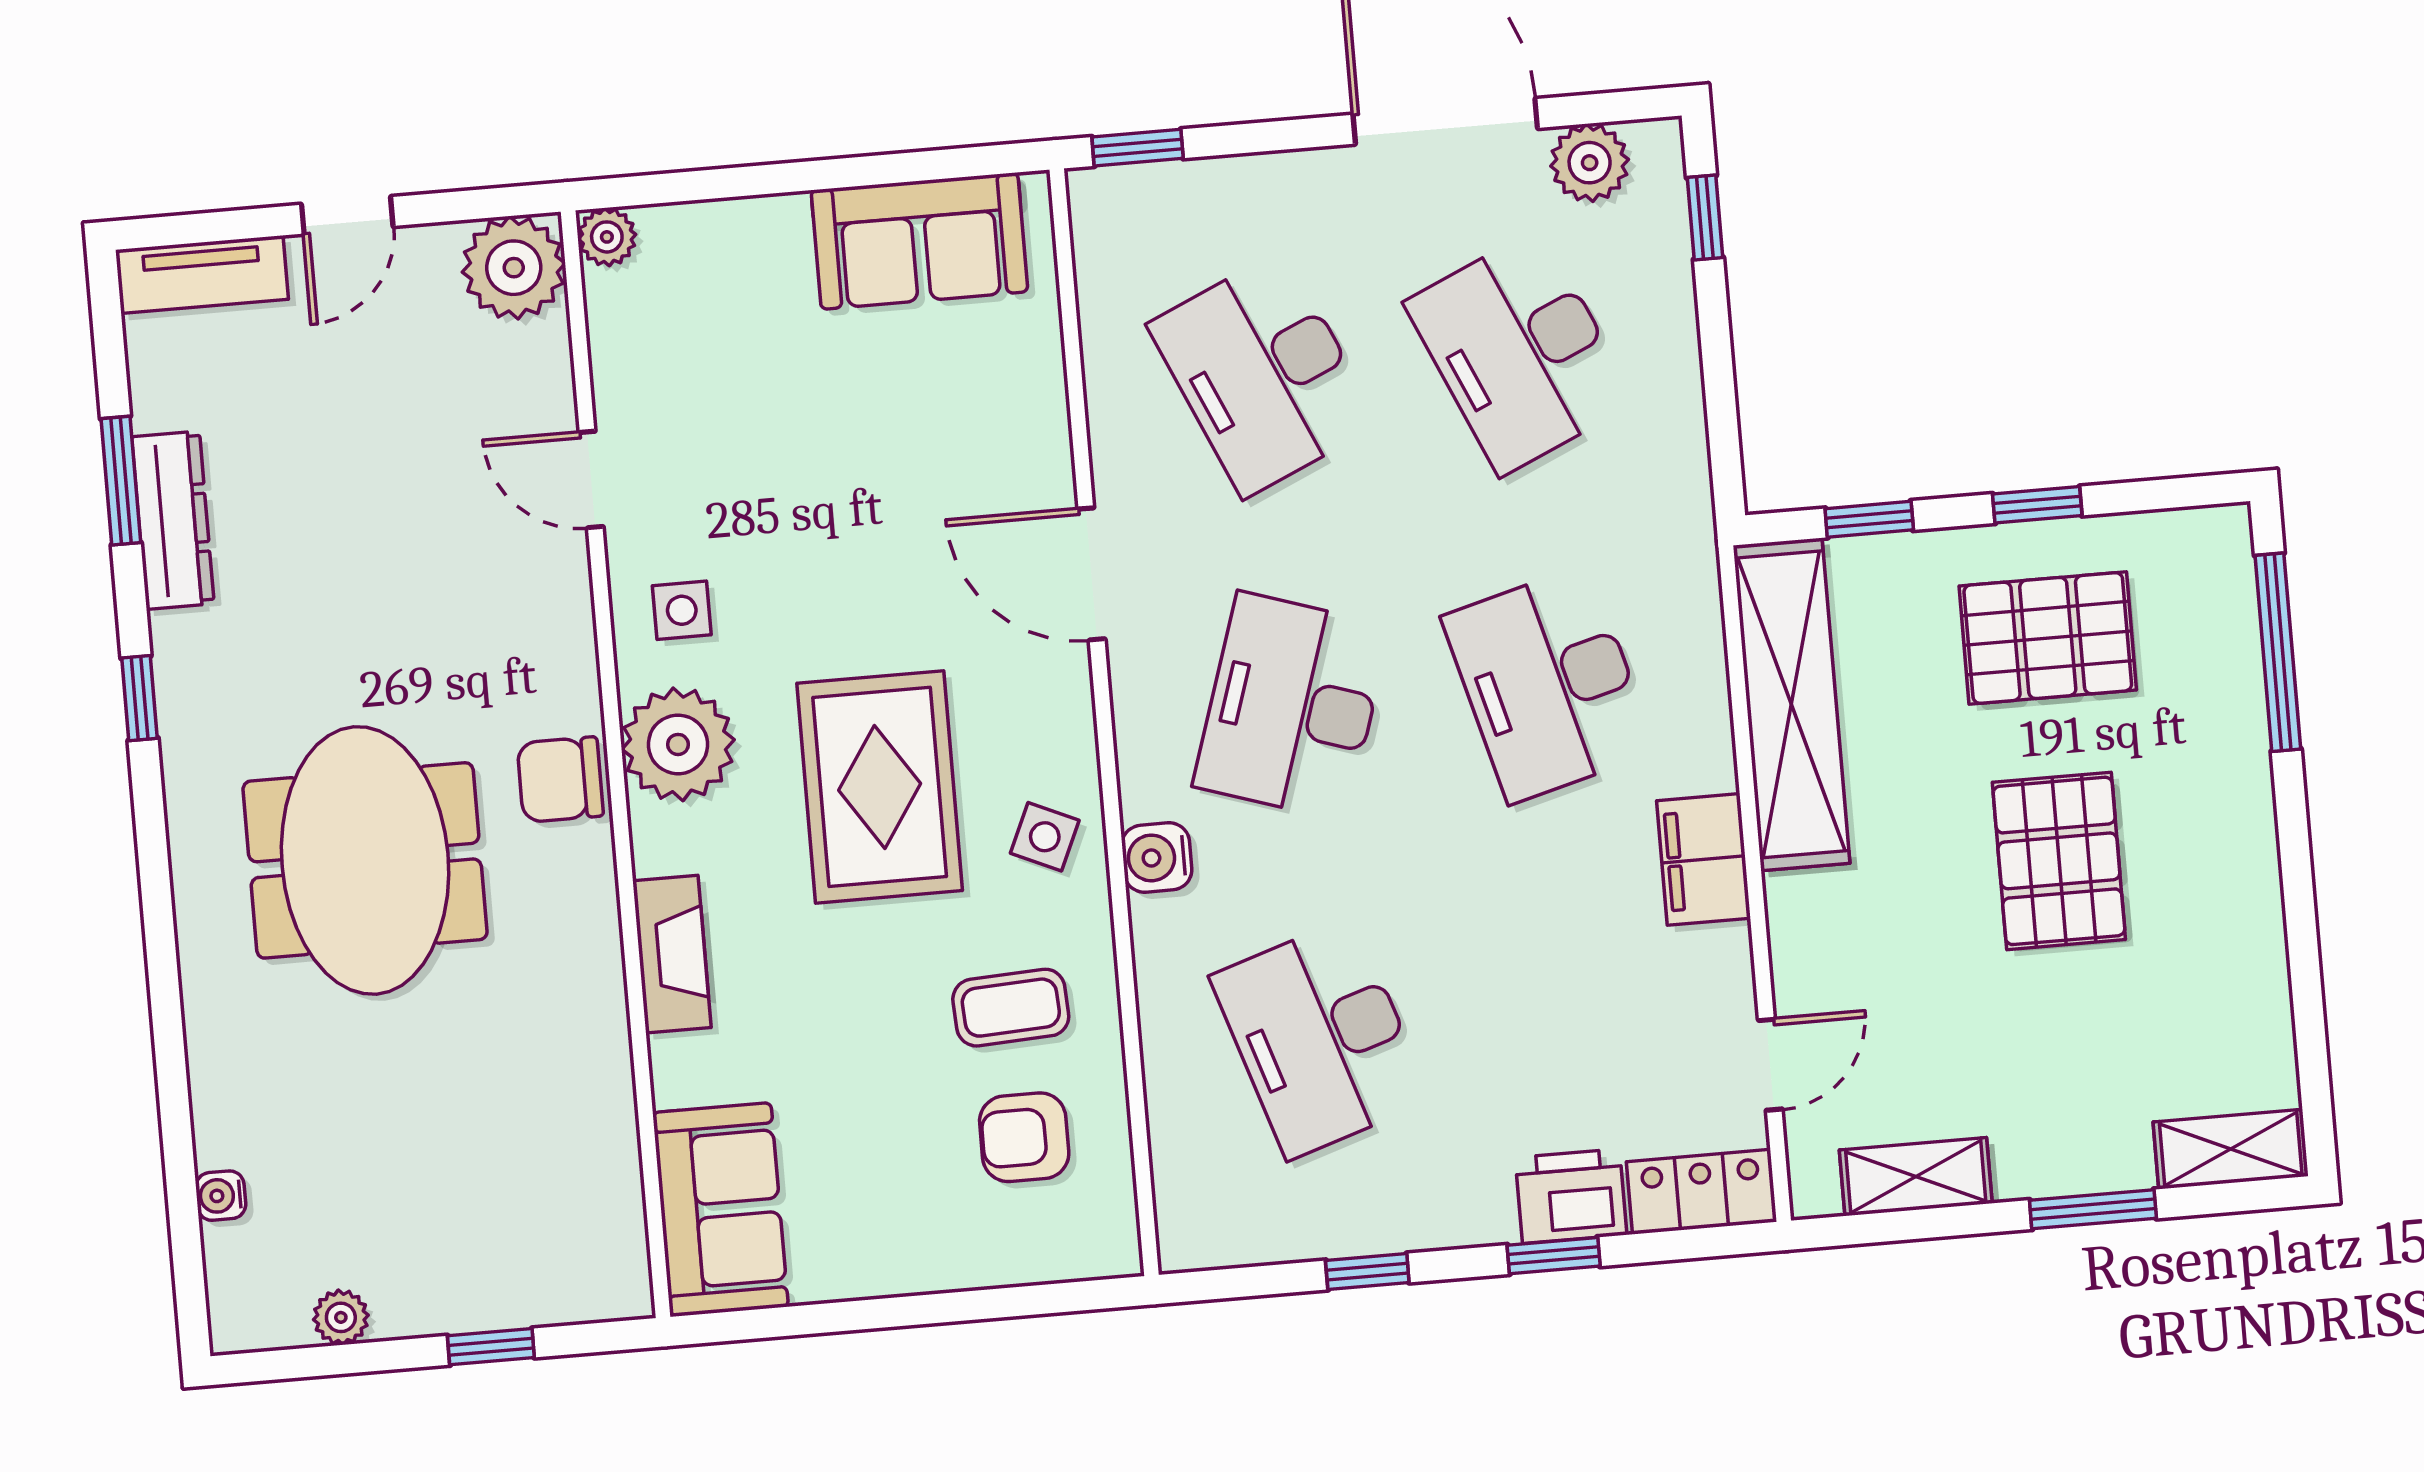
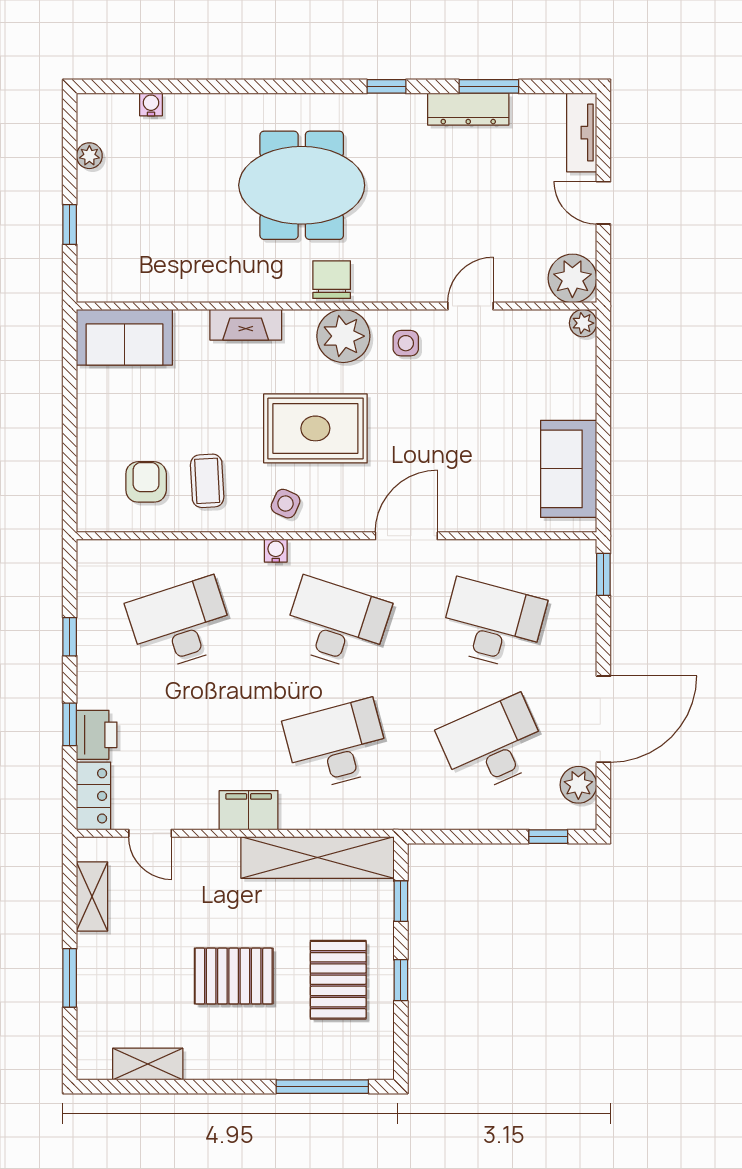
desk: (1263, 374) -> (493, 624), turned 39
water cooler: (1157, 858) -> (276, 551), width x0.72, depth x0.72
shelving: (2231, 1149) -> (148, 1064), moved, turned 90

